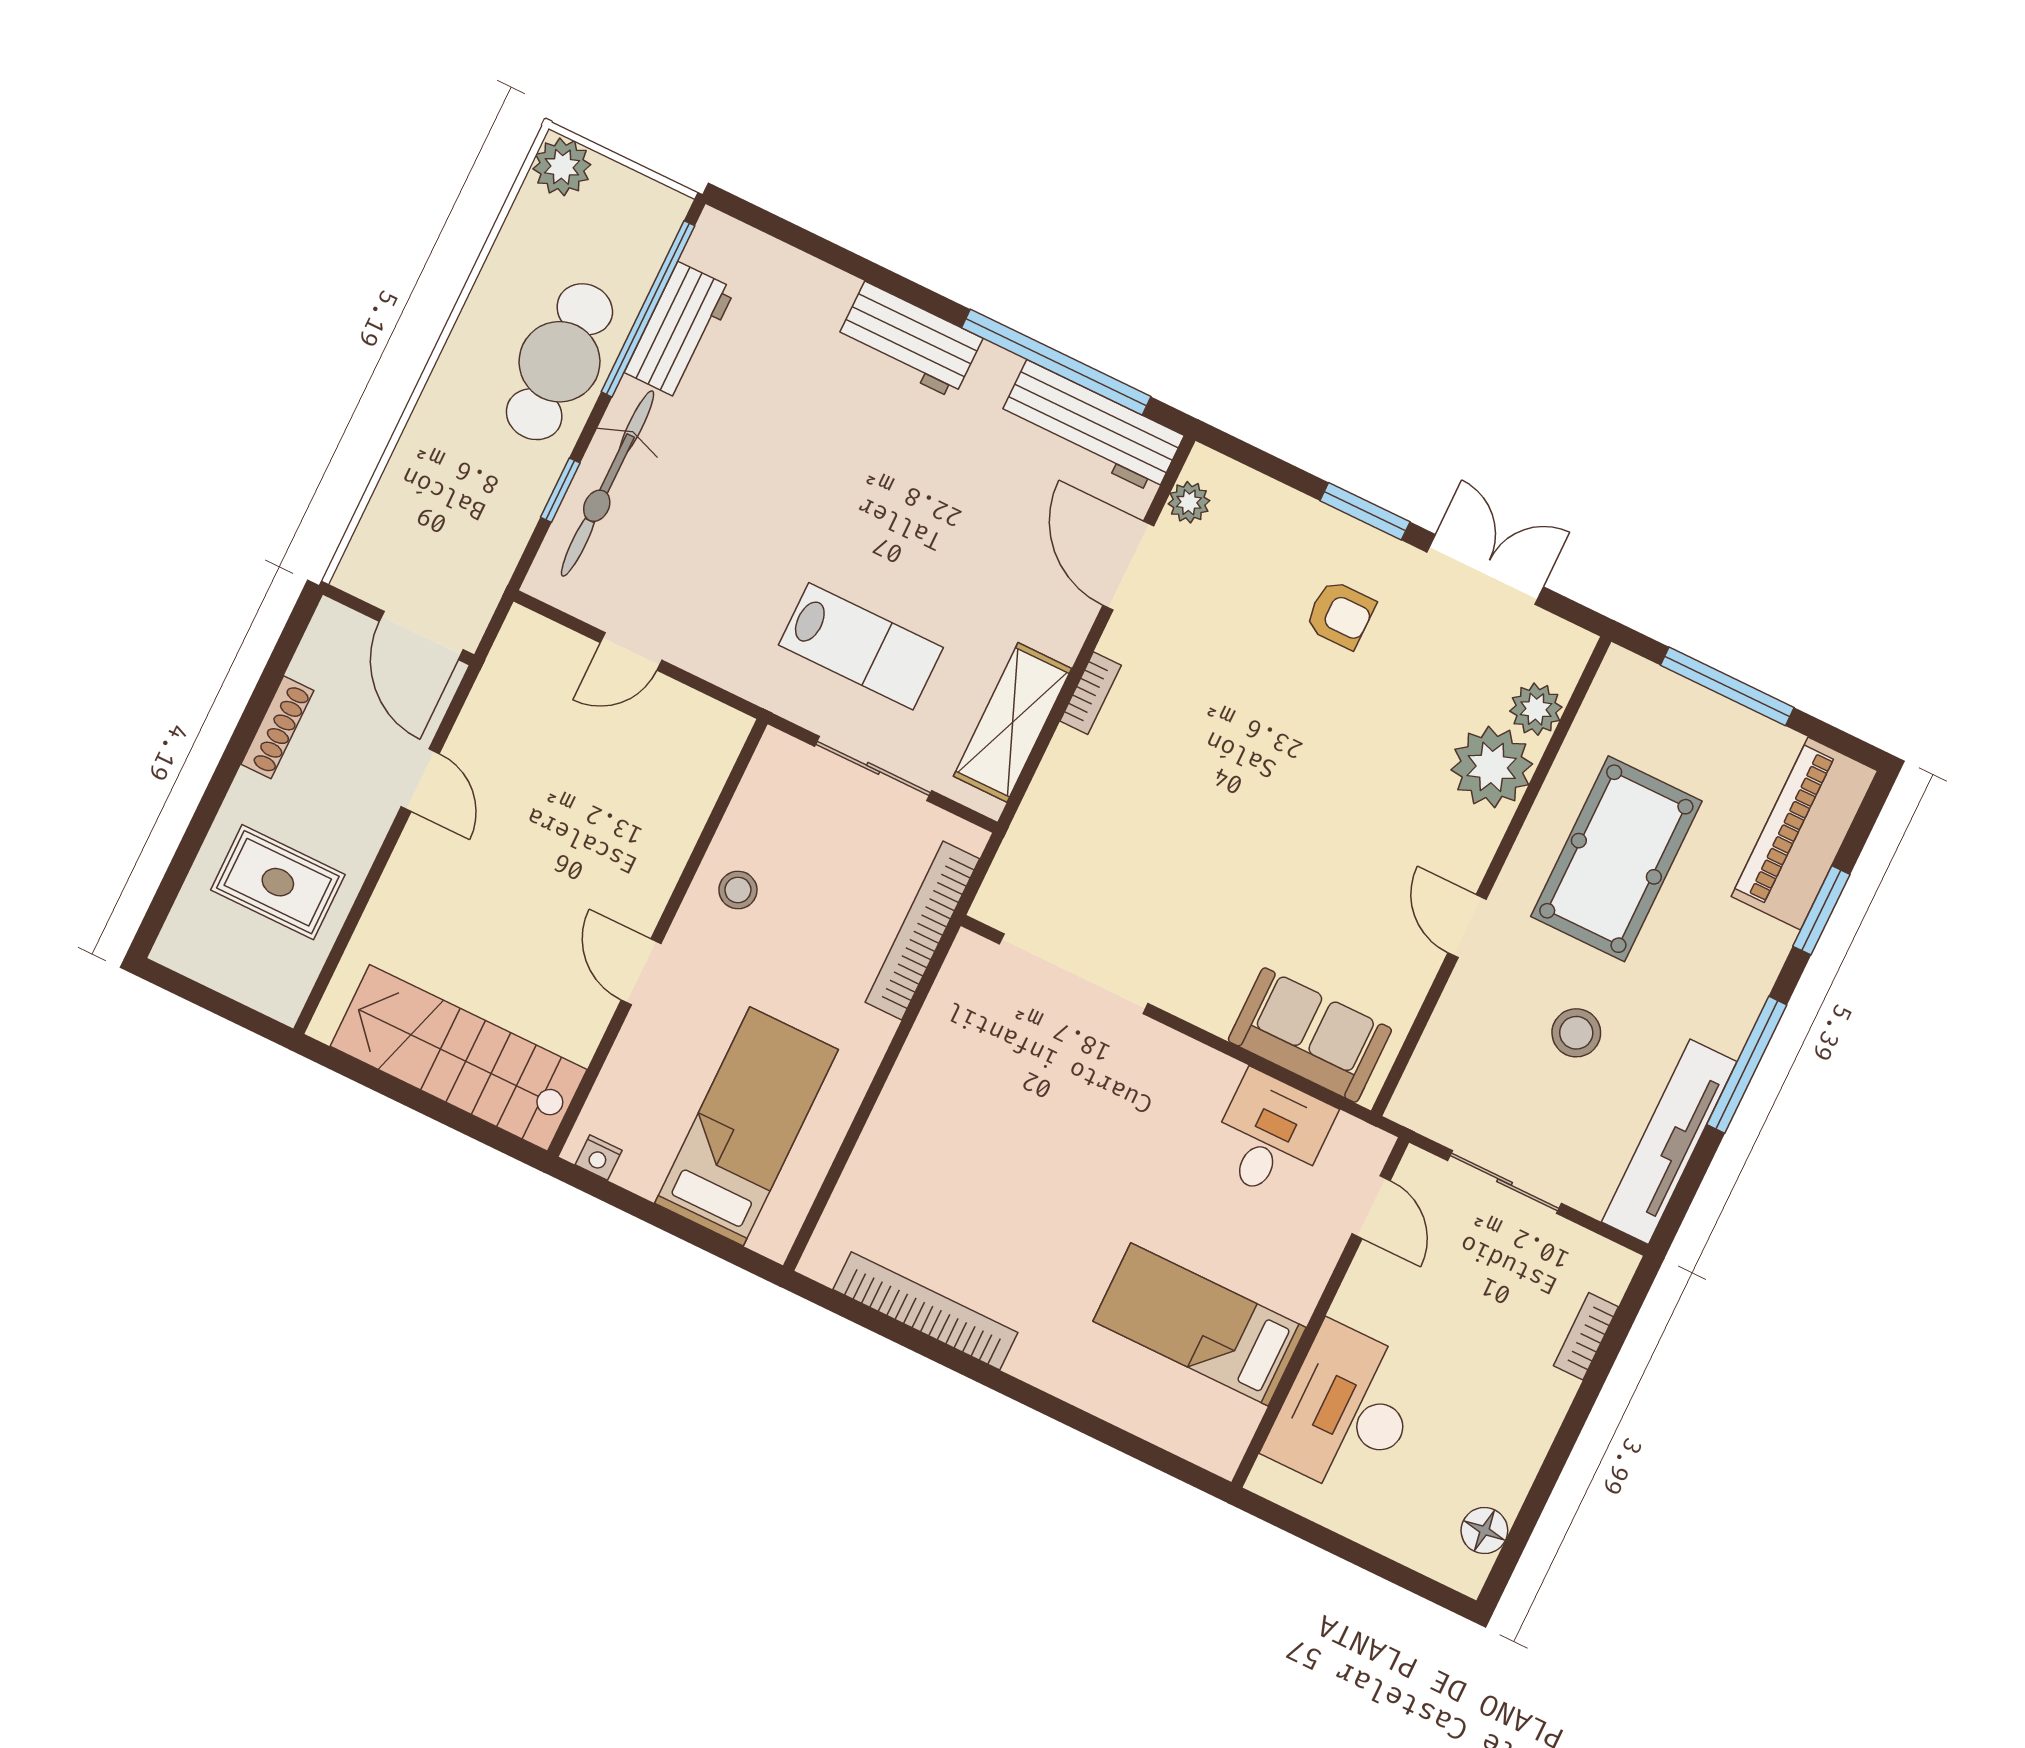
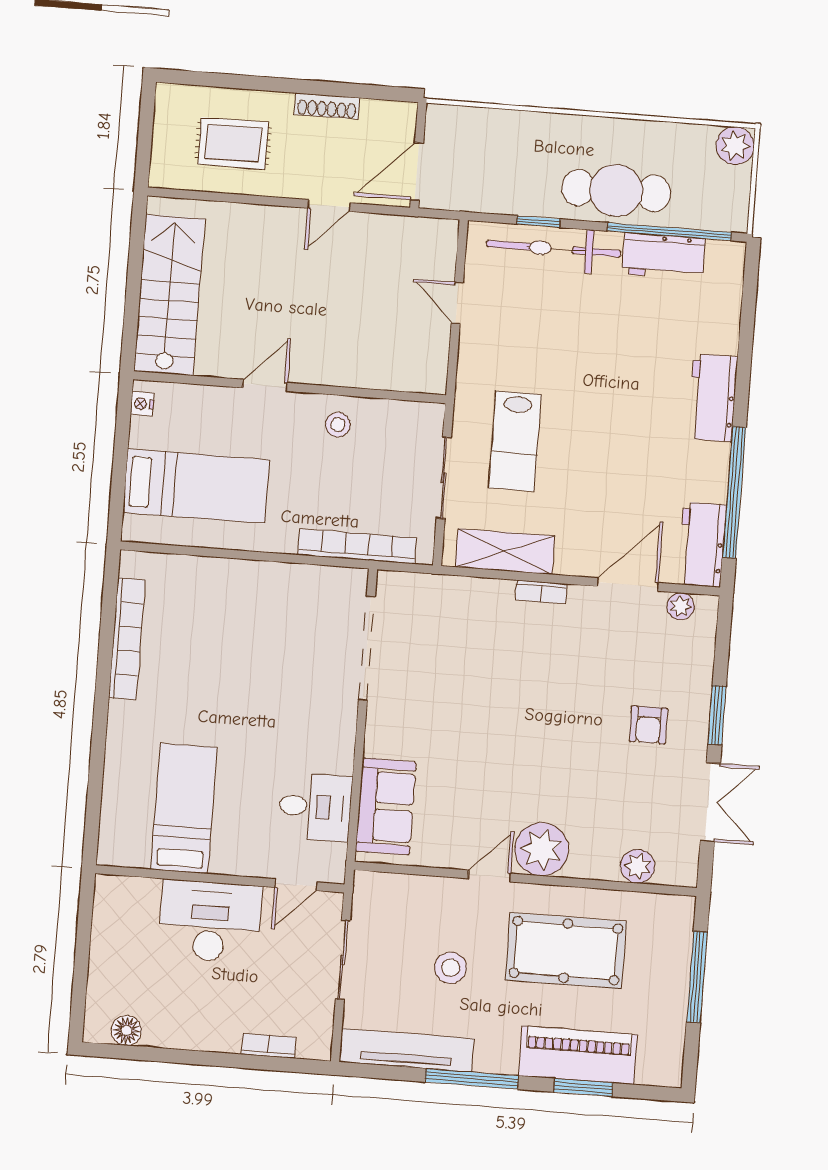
workbench: (1091, 427) -> (702, 545), width x0.73
plant: (1492, 767) -> (542, 849), moved
piano: (1804, 834) -> (578, 1055), moved
rug: (278, 882) -> (233, 143), turned 90
desk: (1346, 1411) -> (210, 921), moved

